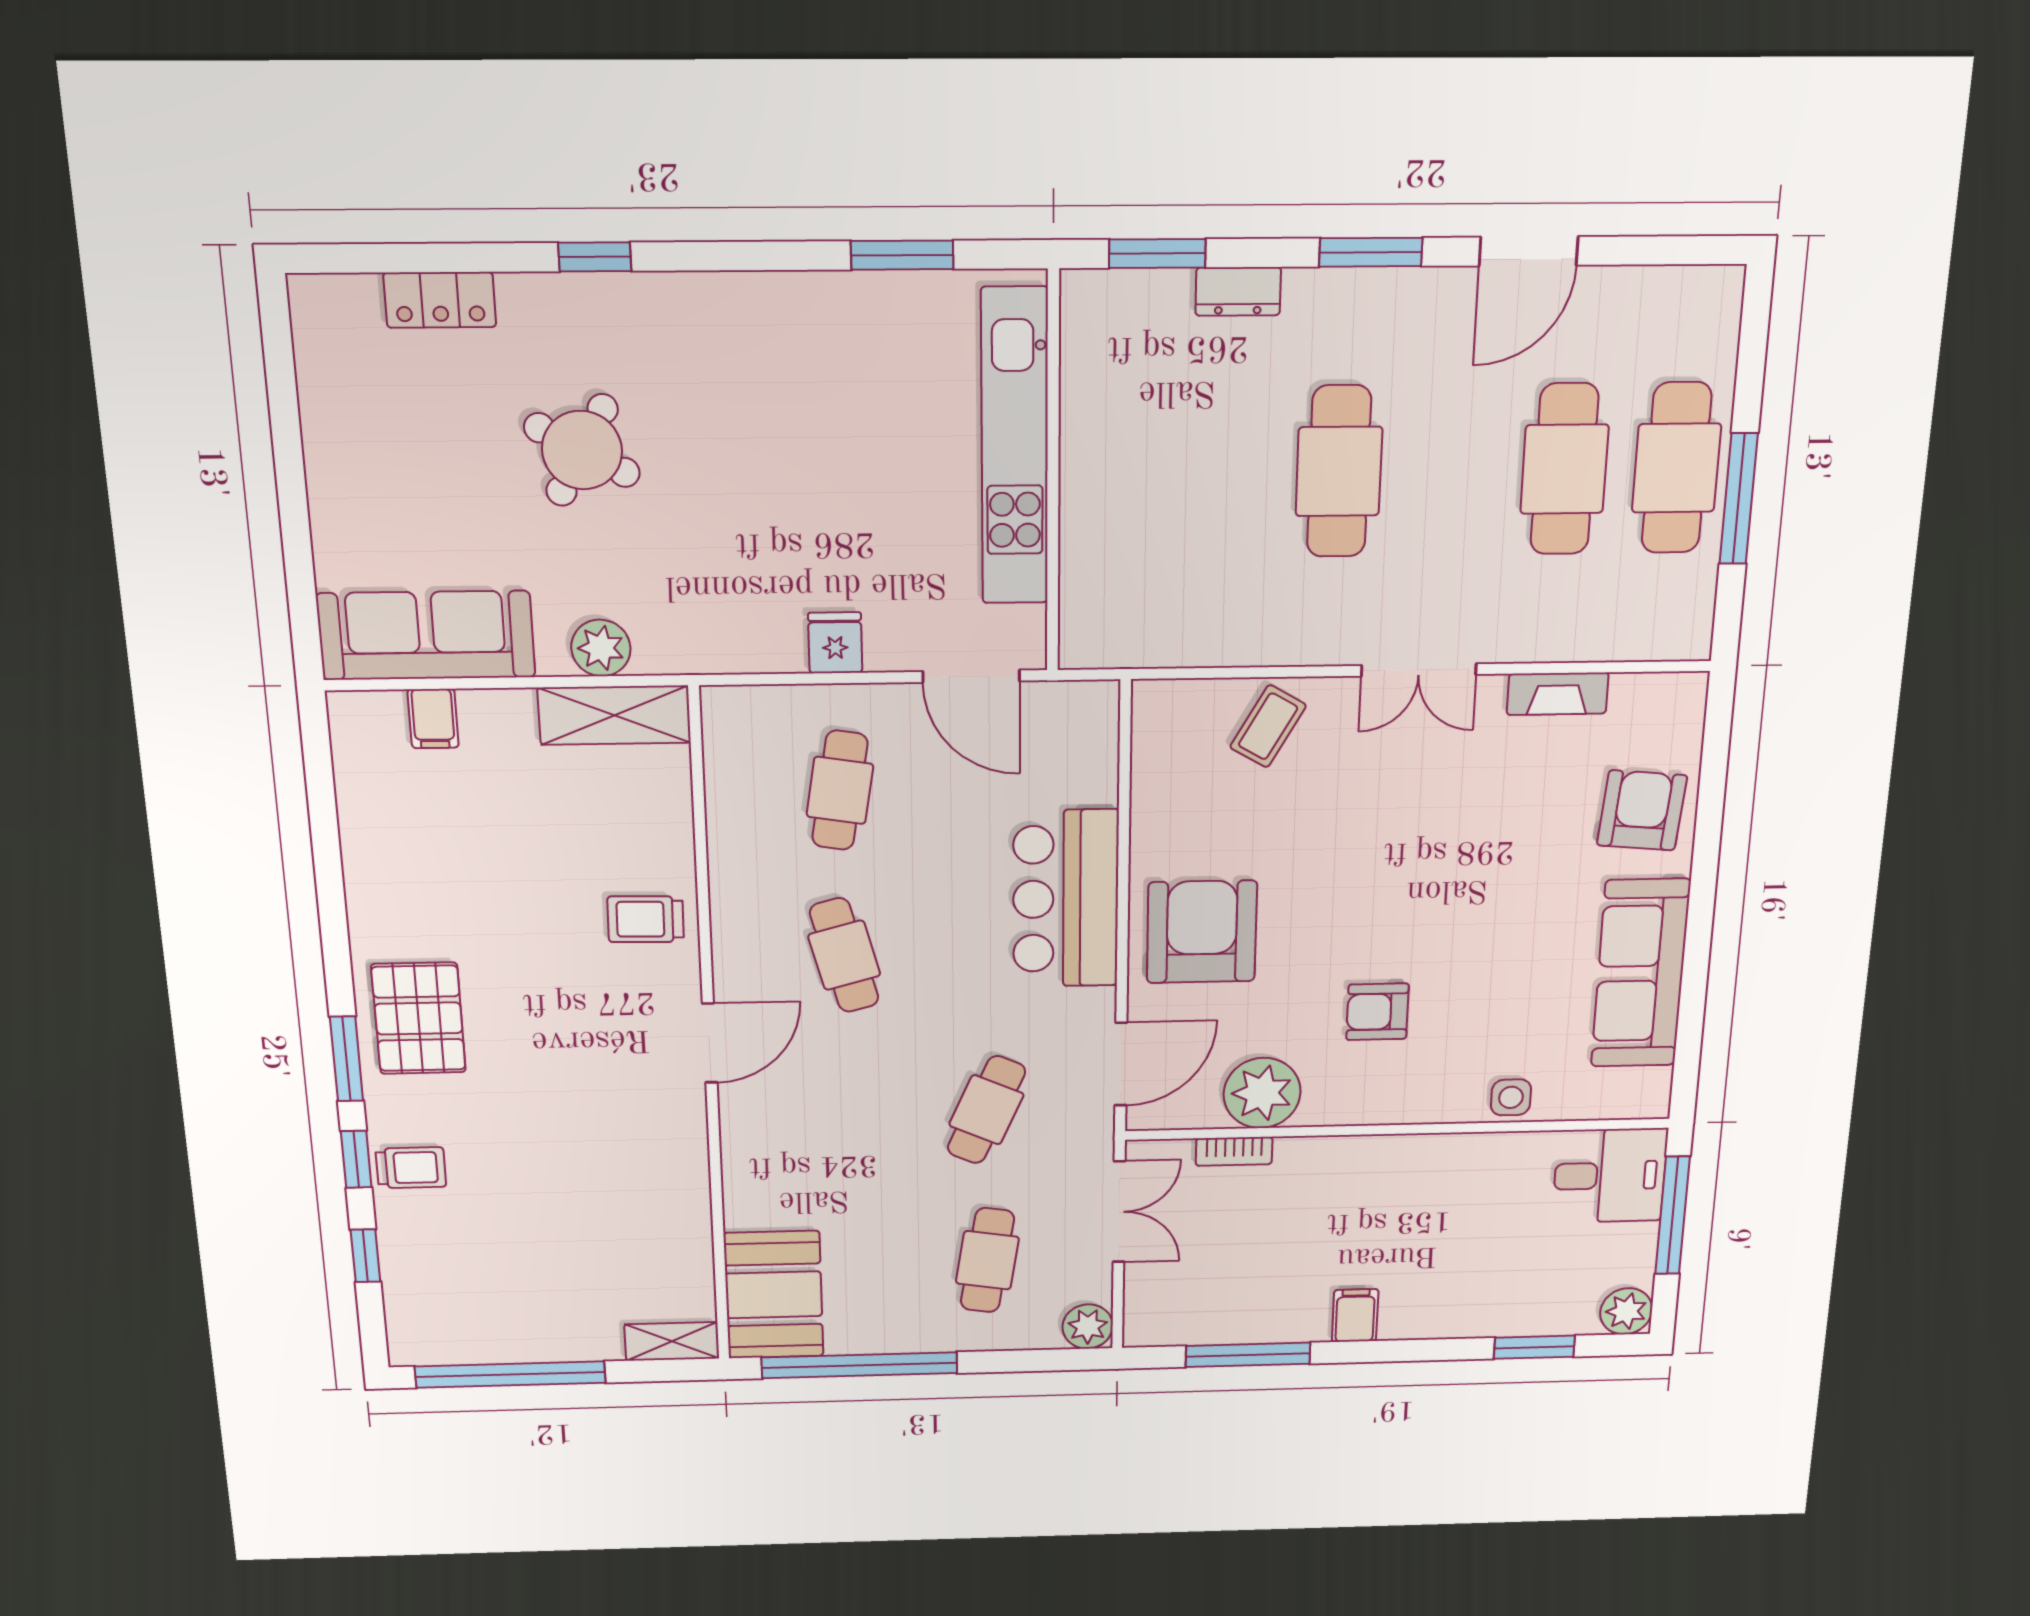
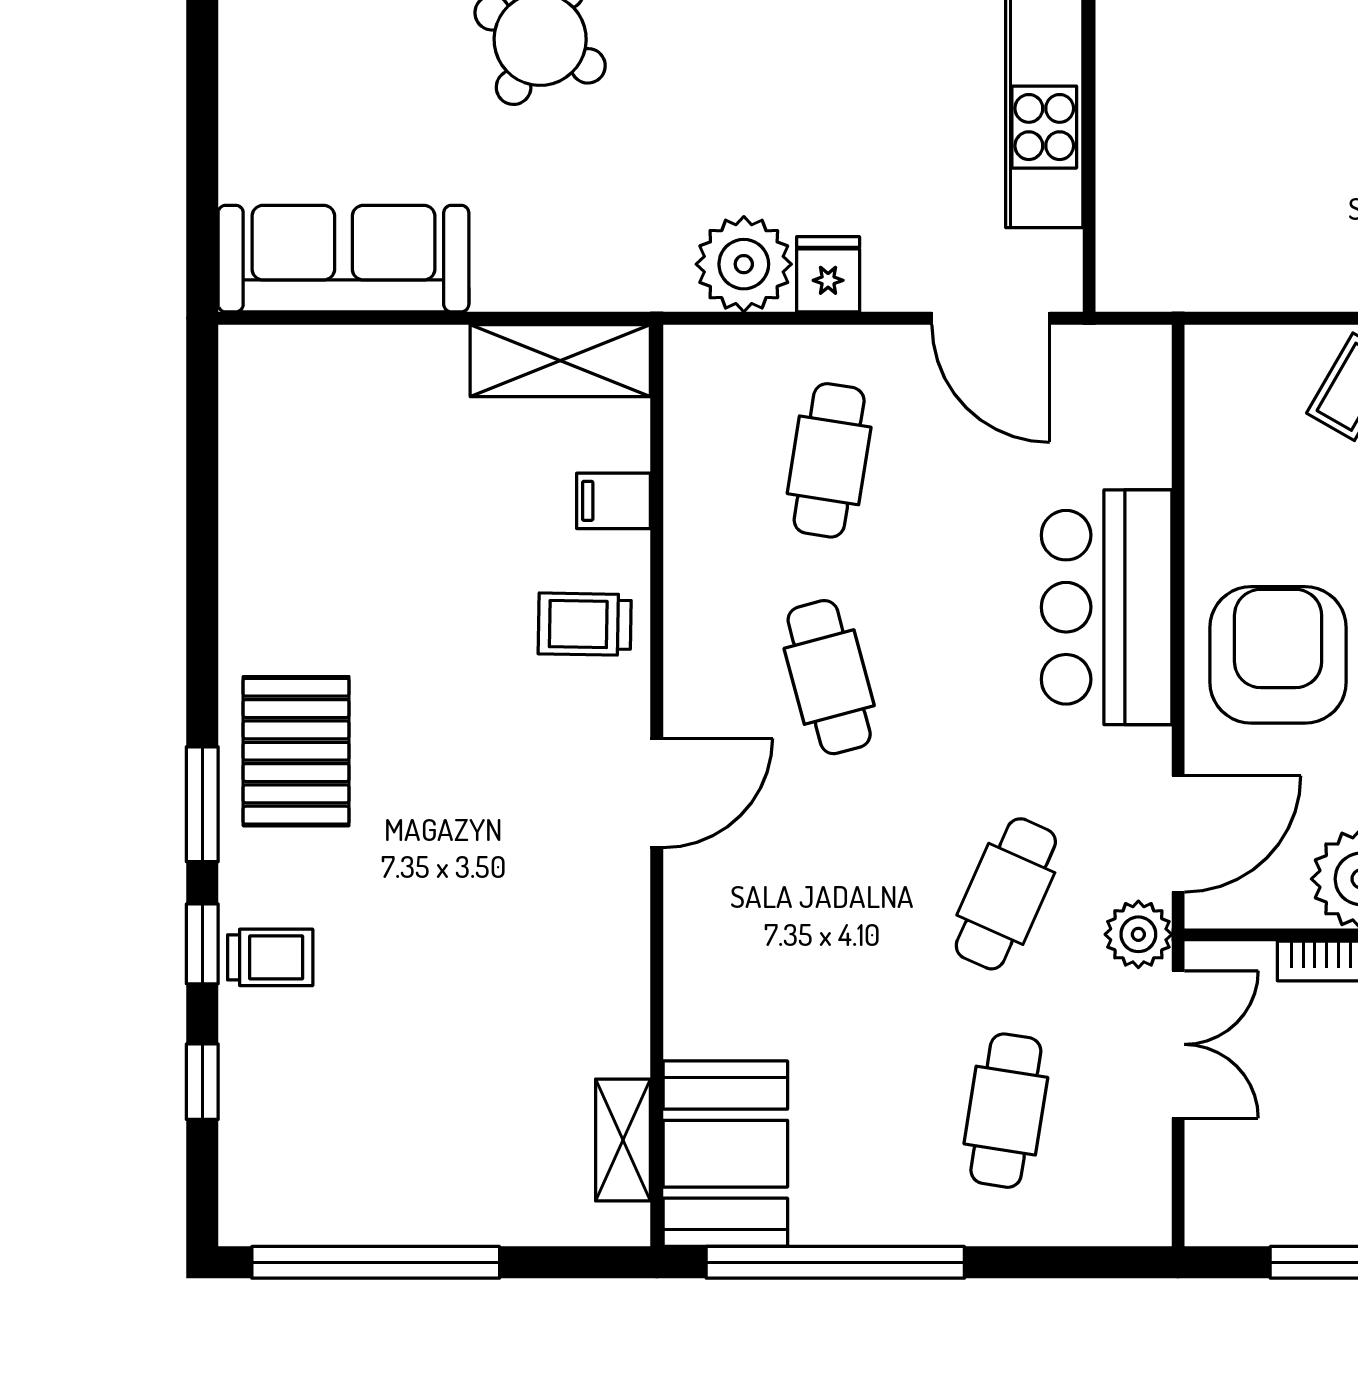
plant: (601, 648) -> (744, 264), moved, width x1.36, depth x1.36
filing cabinet: (433, 719) -> (614, 501), moved, turned 90
plant: (1088, 1327) -> (1138, 934), moved
shelving: (672, 1341) -> (623, 1140), moved, turned 90

